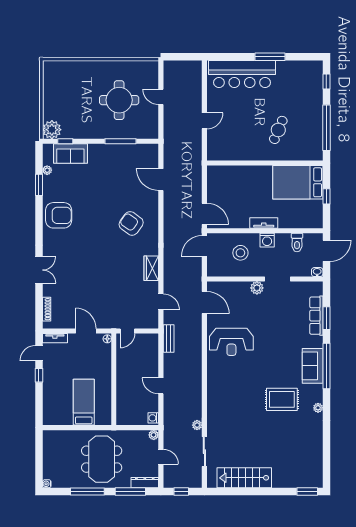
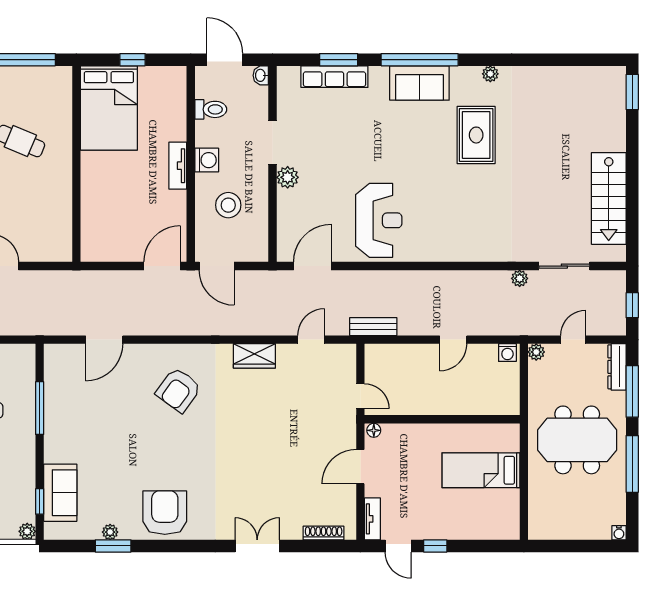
plant: (52, 130) -> (27, 531), width x0.53, depth x0.53
plant: (47, 170) -> (110, 532), moved

